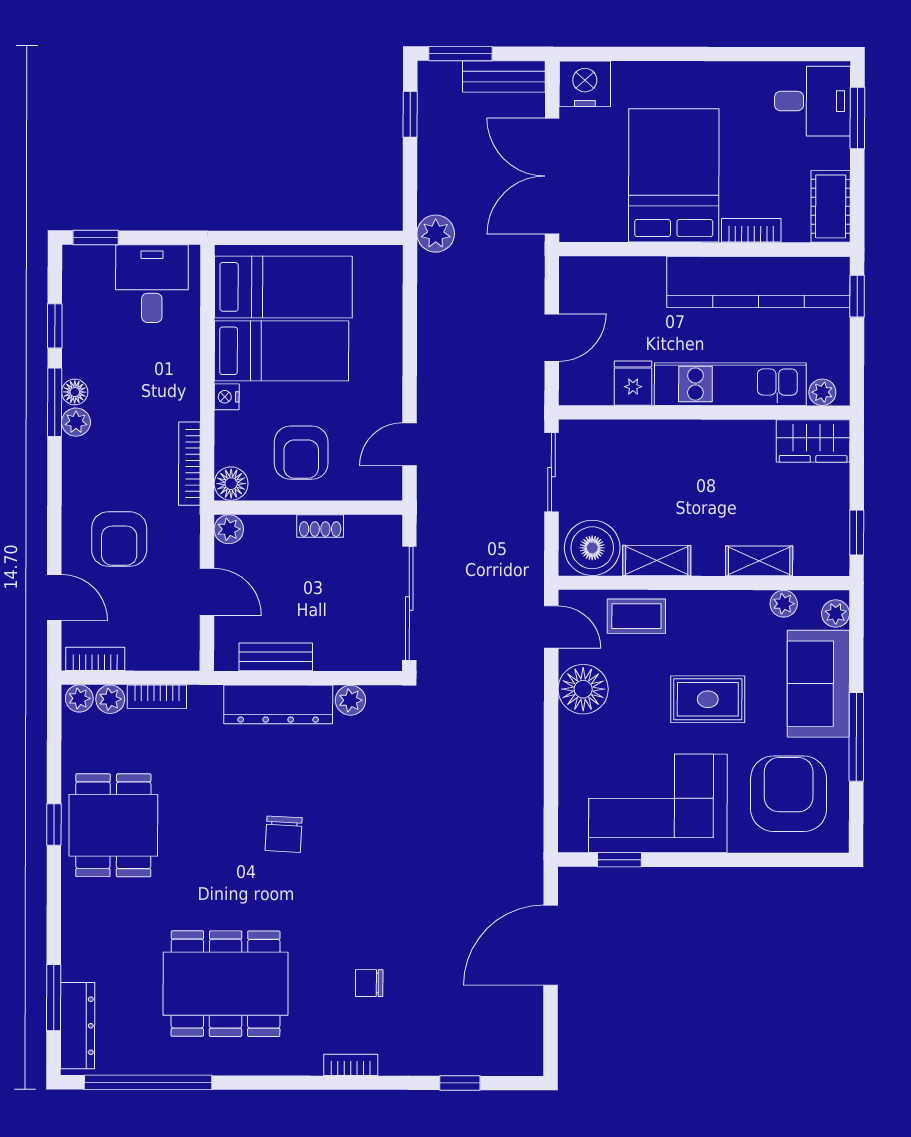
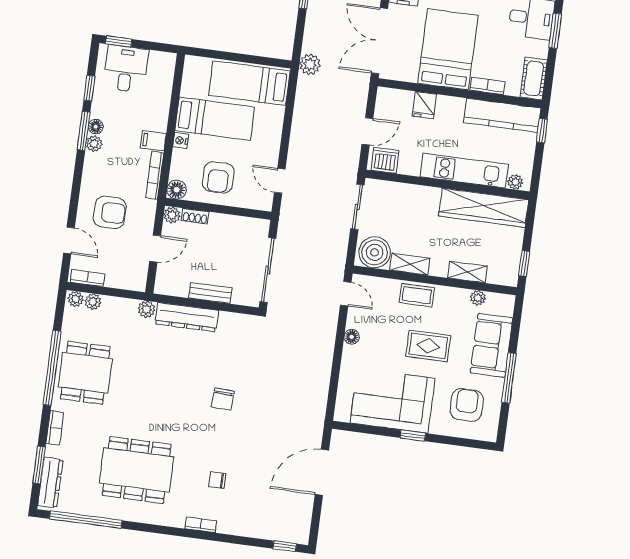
kitchen counter: (758, 282) -> (502, 115), width x0.72, depth x0.86
desk: (152, 284) -> (126, 69), moved
bed: (283, 287) -> (249, 83), moved, turned 180
fridge: (633, 383) -> (424, 105), moved, turned 180
dishwasher: (589, 384) -> (385, 160), added
filing cabinet: (179, 403) -> (153, 141), added
wardrobe: (813, 441) -> (484, 208), width x2.10, depth x1.17
door: (410, 444) -> (280, 181), hinge flipped
shoe rack: (320, 526) -> (195, 216), moved
armchair: (119, 539) -> (110, 212), turned -90
door: (207, 592) -> (155, 249), hinge flipped
plant: (836, 614) -> (506, 307), removed
coffee table: (636, 616) -> (417, 295), moved
bench: (276, 657) -> (210, 293), moved
floor lamp: (583, 689) -> (352, 337), width x0.53, depth x0.53
bookcase: (157, 697) -> (55, 428), moved, turned -90
plant: (350, 700) -> (147, 309), moved
armchair: (789, 794) -> (467, 405), width x0.73, depth x0.73
window: (54, 824) -> (52, 368), width x3.17
chair: (284, 834) -> (223, 399), moved
window: (619, 860) -> (413, 436), moved
window: (460, 1083) -> (285, 546), moved

